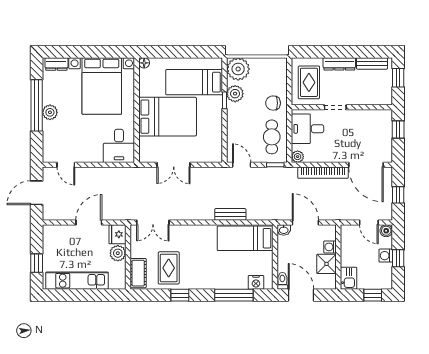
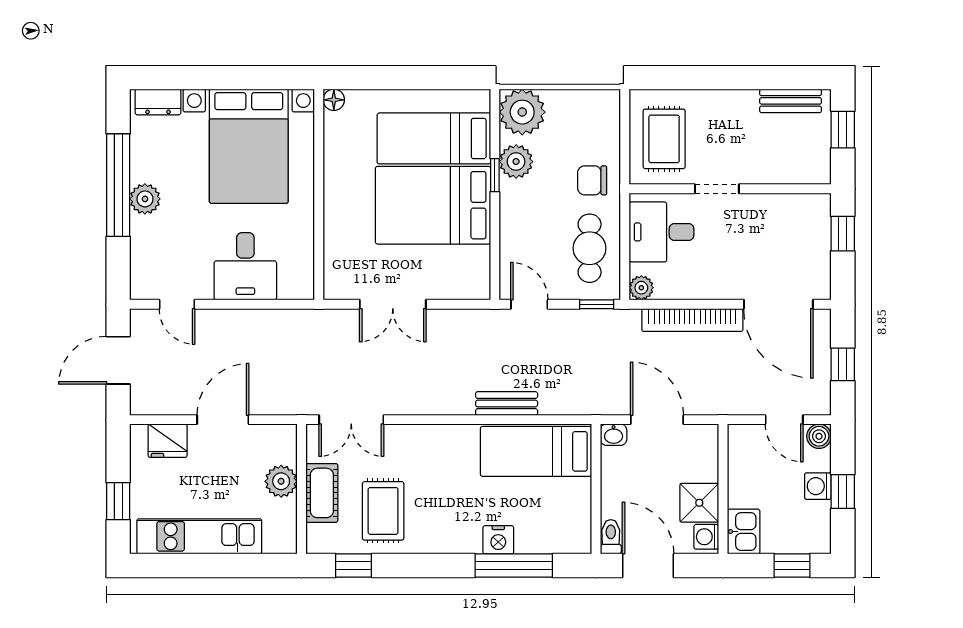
dresser: (339, 64) -> (725, 102), removed
bed: (168, 117) -> (433, 205), moved, turned 180
desk: (119, 146) -> (245, 266), moved
fridge: (117, 234) -> (168, 441), moved, turned -90
washing machine: (330, 247) -> (706, 537), moved
cot: (138, 273) -> (322, 493), moved
nightstand: (256, 282) -> (498, 540), moved
window: (180, 295) -> (354, 565), moved

